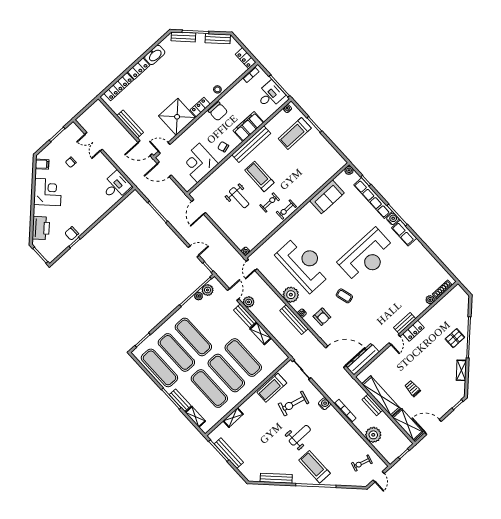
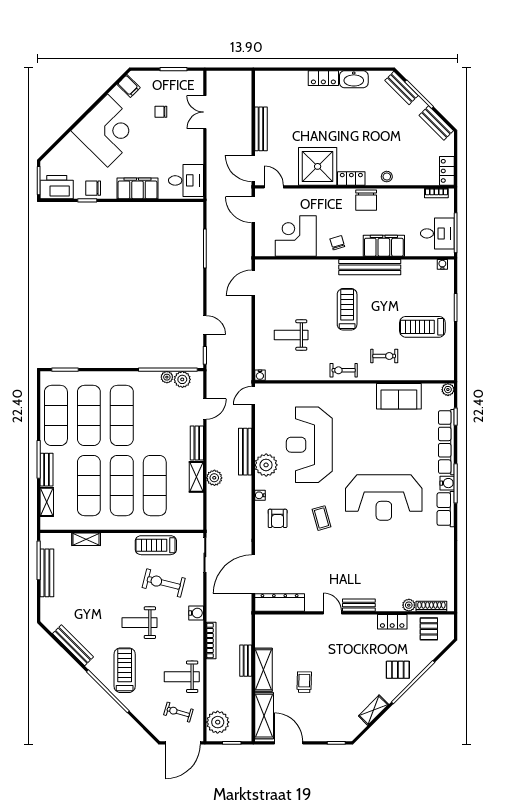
locker: (119, 87) -> (285, 78), removed
treadmill: (295, 133) -> (422, 327), moved
corner desk: (48, 192) -> (108, 131), width x1.36, depth x1.36
weight bench: (239, 198) -> (291, 335), moved, turned 90
exercise bike: (270, 203) -> (384, 356), moved
filing cabinet: (95, 213) -> (138, 188), added
printer: (41, 228) -> (57, 187), moved, turned -135
reception desk: (304, 264) -> (309, 445), turned 180
plant: (249, 302) -> (214, 478), moved
pallet: (452, 303) -> (429, 629), added
bench: (294, 320) -> (245, 452), moved
locker: (414, 331) -> (392, 622), moved
door: (395, 340) -> (332, 613), swing flipped
door: (336, 357) -> (253, 574), swing flipped
shelving: (381, 396) -> (263, 670), width x0.68
weight bench: (300, 435) -> (139, 623), turned 180
plant: (373, 435) -> (218, 722), moved
weight bench: (347, 443) -> (182, 677), added
door: (379, 477) -> (183, 743), width x1.87

